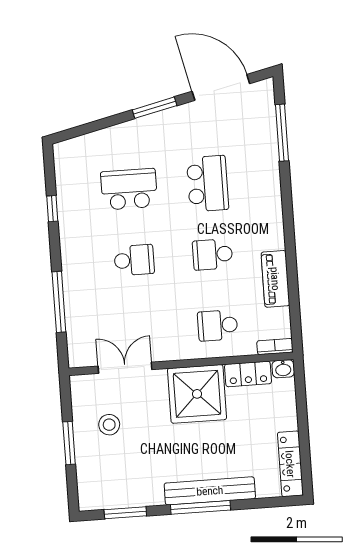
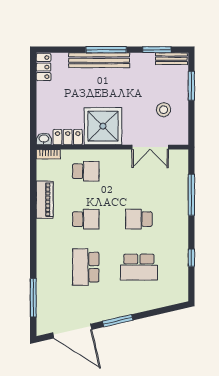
window: (69, 443) -> (191, 86), moved
locker: (290, 464) -> (44, 67), width x0.66
bench: (103, 501) -> (171, 59), added

